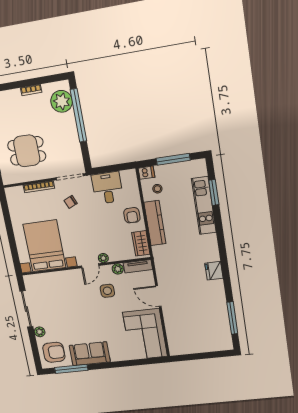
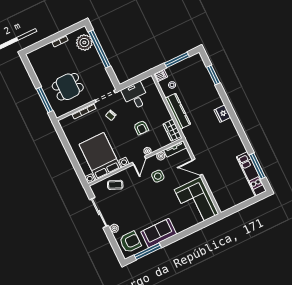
kitchen unit: (204, 206) -> (251, 174), moved
armchair: (132, 215) -> (141, 128), moved
fridge: (214, 271) -> (222, 114), moved
coffee table: (54, 284) -> (115, 185), added

